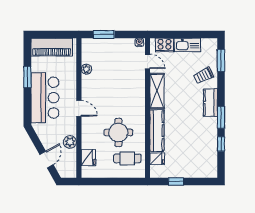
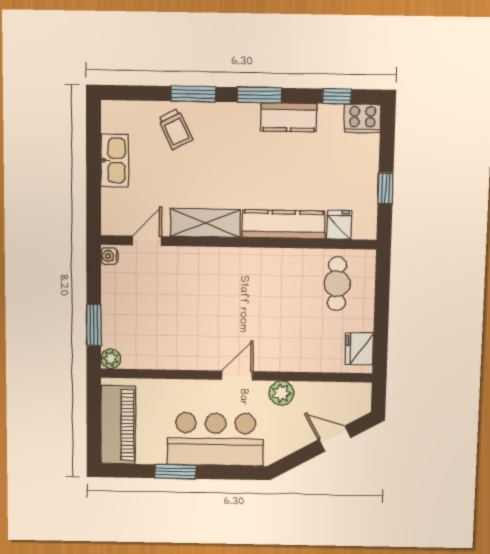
cooker: (164, 45) -> (362, 118), moved, turned 90
window: (221, 60) -> (194, 94), moved
plant: (86, 69) -> (111, 359), moved
kitchen counter: (210, 103) -> (289, 117), moved
round table: (118, 133) -> (286, 300), removed
plant: (70, 142) -> (281, 393), moved
window: (221, 144) -> (337, 96), moved
fridge: (88, 158) -> (359, 349), moved, turned -90

